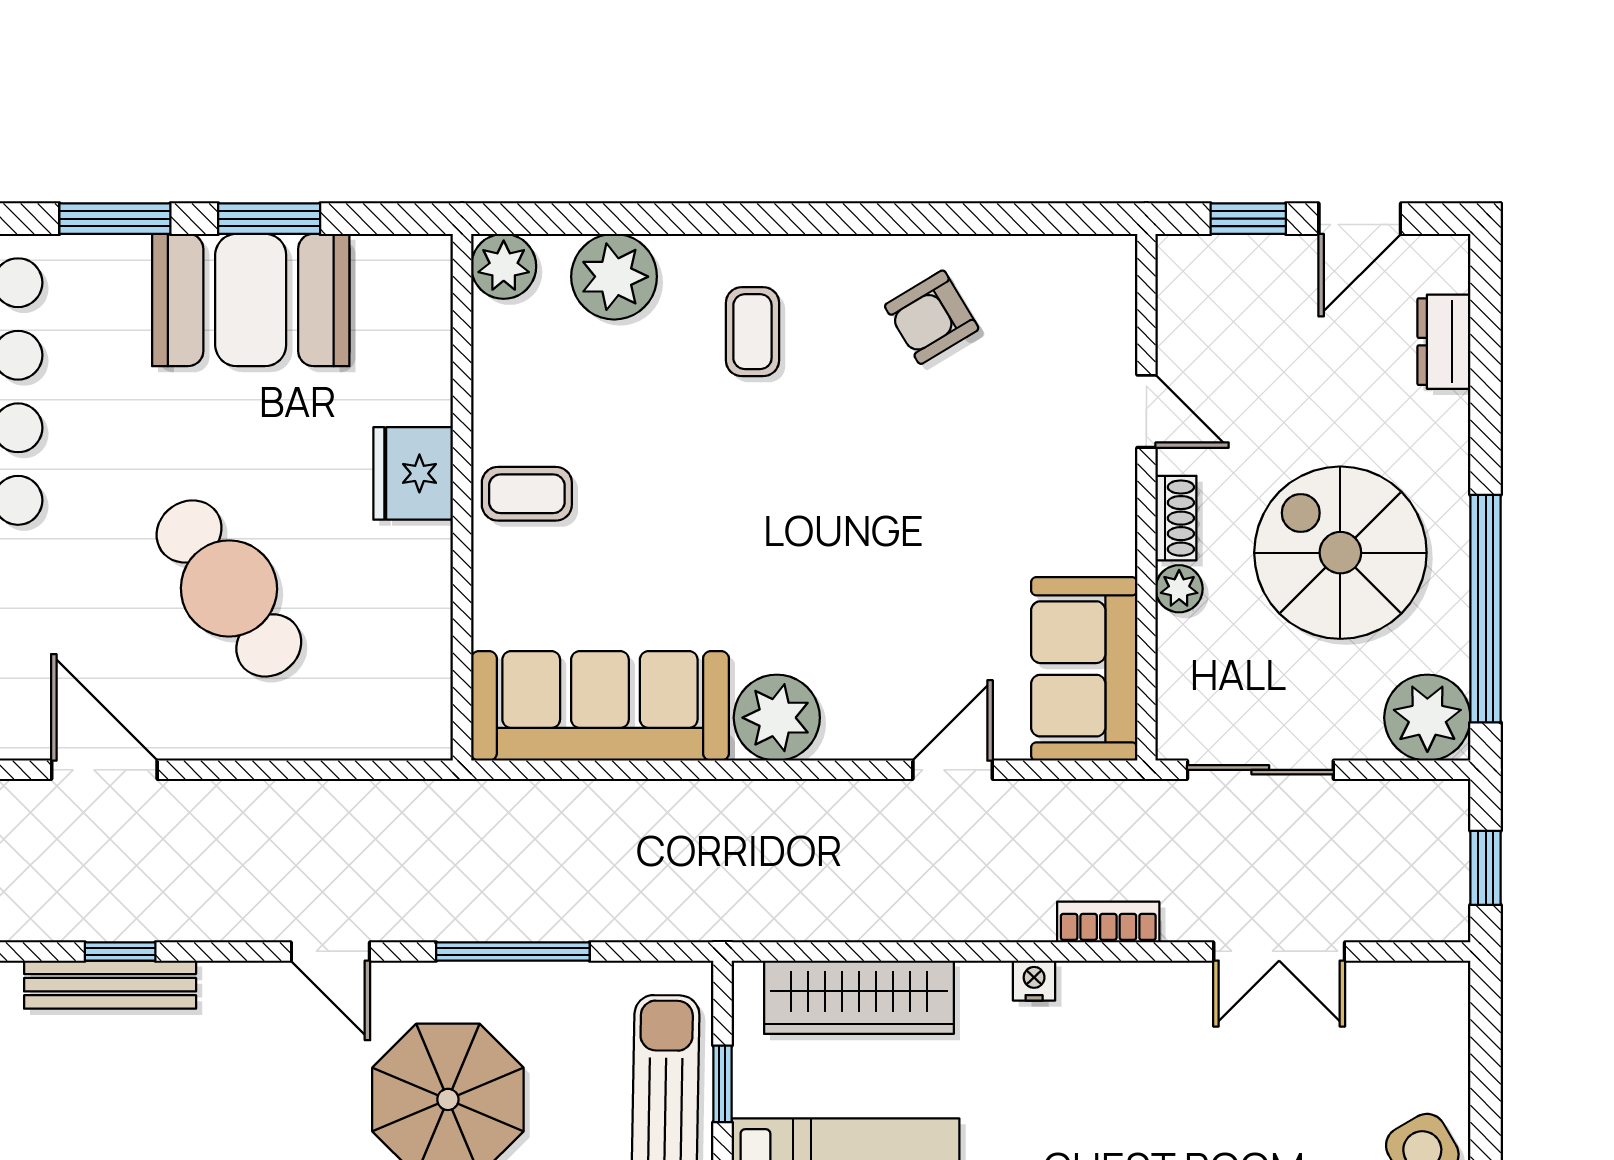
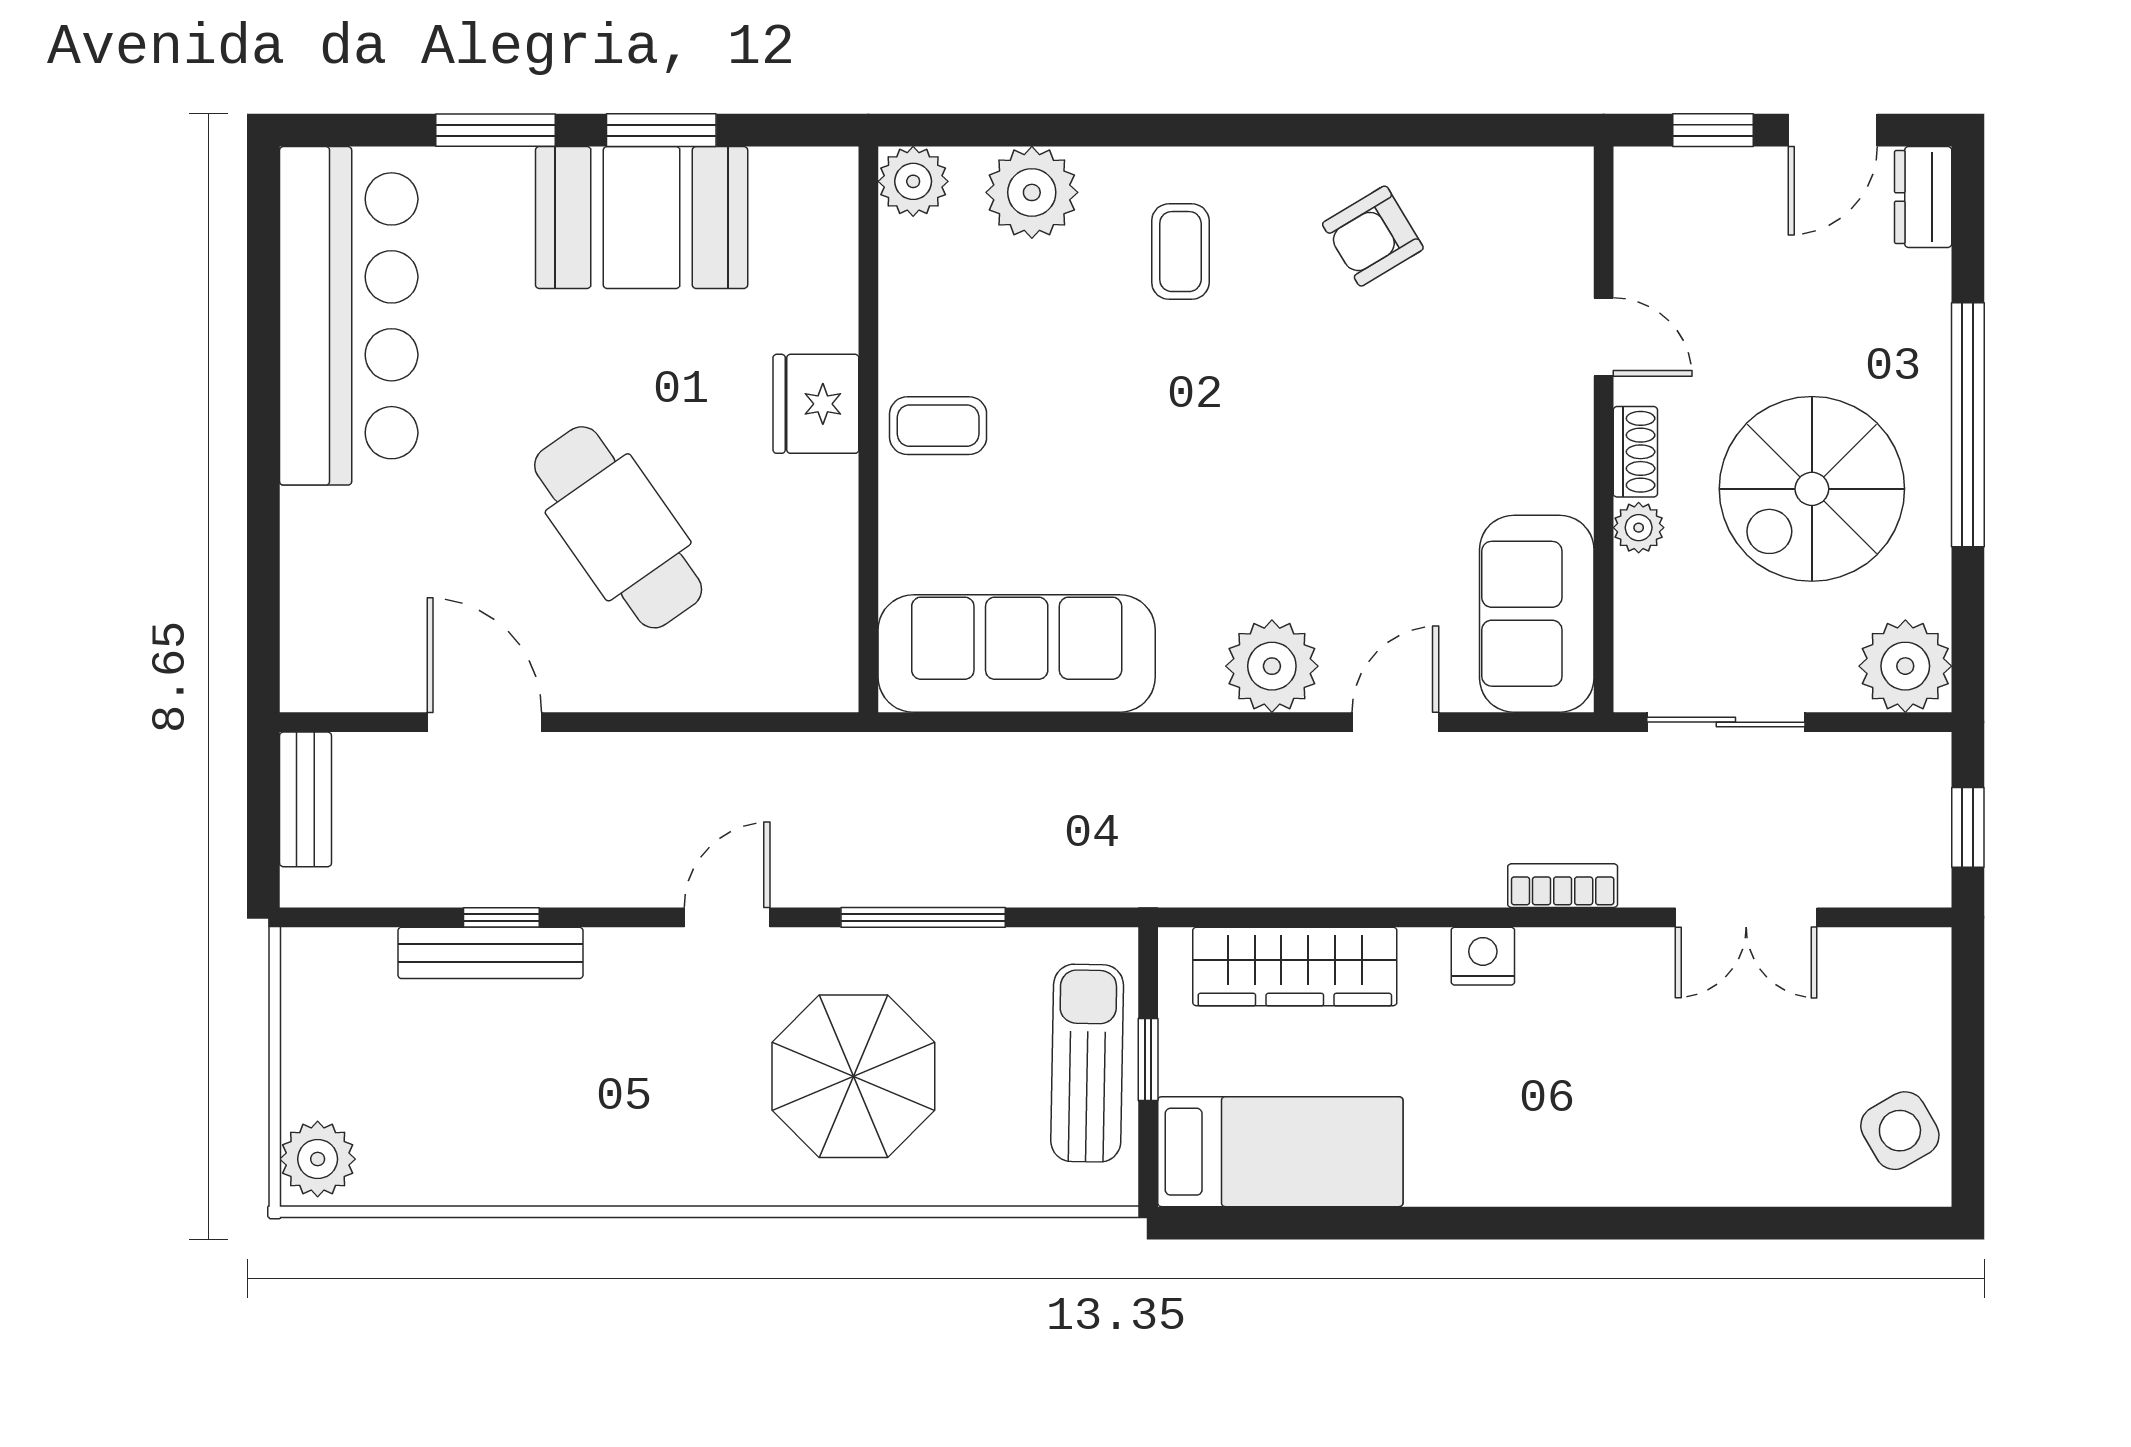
dresser: (1444, 342) -> (1923, 197), moved
spiral stairs: (1340, 553) -> (1812, 489), turned -90
window: (1486, 609) -> (1968, 425), moved
plant: (777, 718) -> (1272, 666), moved
door: (330, 951) -> (727, 917), swing flipped
nightstand: (1034, 981) -> (1483, 956), width x1.39, depth x1.35

